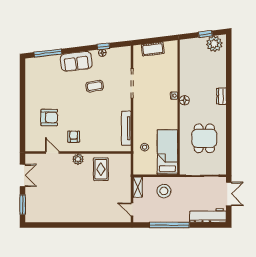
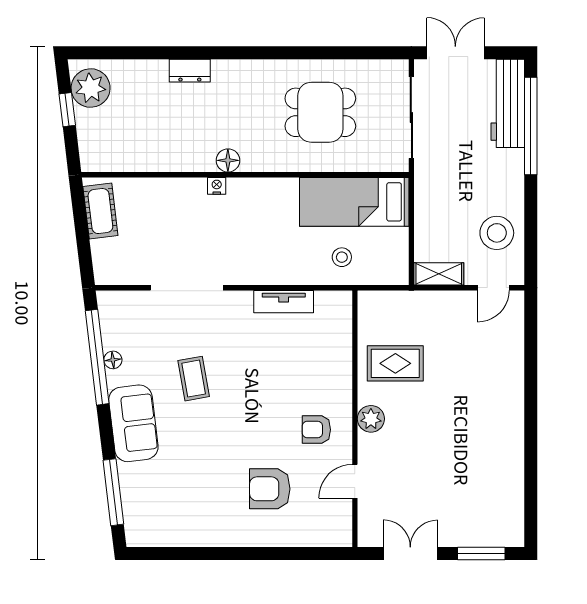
window: (103, 46) -> (97, 357), width x3.17
cot: (153, 49) -> (100, 211), moved
dresser: (221, 96) -> (190, 71), moved
armchair: (49, 117) -> (270, 489), turned -90
tv unit: (126, 128) -> (284, 302), width x0.71
stool: (164, 191) -> (497, 233), moved
window: (169, 225) -> (531, 126), moved

